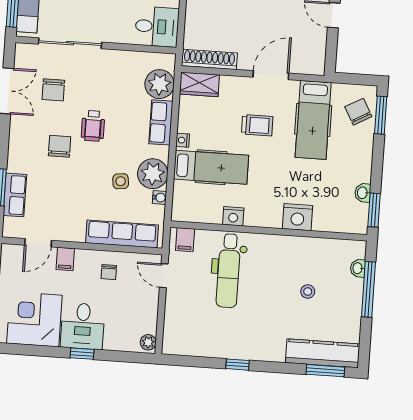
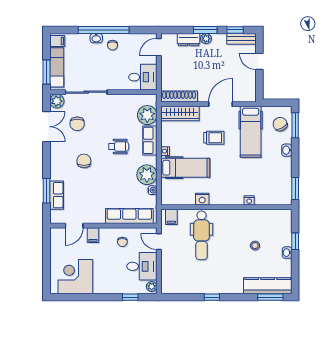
plant: (25, 54) -> (57, 101), added
wardrobe: (199, 84) -> (180, 113), width x1.50
wheelchair: (93, 126) -> (119, 147), moved, turned -90
side table: (121, 181) -> (126, 181), removed
washbasin: (363, 193) -> (287, 150), moved
nightstand: (298, 217) -> (249, 200), width x0.53, depth x0.56
washbasin: (358, 268) -> (287, 253), moved
window: (368, 289) -> (295, 241), width x0.46
desk: (83, 326) -> (142, 266), moved, turned -90
window: (82, 354) -> (130, 297), moved

